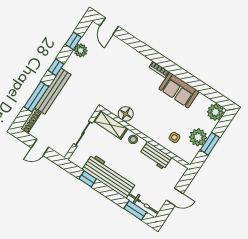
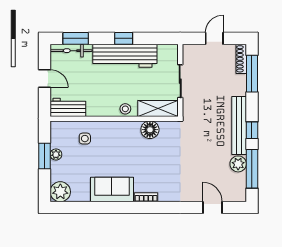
door: (109, 26) -> (212, 207), moved
window: (73, 41) -> (252, 169), width x2.17
bench: (53, 91) -> (239, 125), moved
window: (36, 97) -> (252, 74), moved
plant: (198, 137) -> (56, 155), width x0.53, depth x0.53
workbench: (156, 156) -> (68, 107), moved
window: (88, 179) -> (124, 38), moved
door: (175, 197) -> (44, 79), swing flipped

